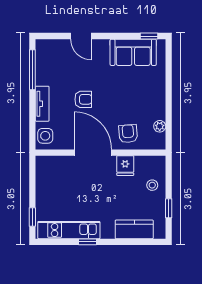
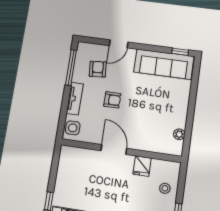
door: (81, 36) -> (119, 44), hinge flipped
sofa: (133, 52) -> (164, 64), width x1.36
armchair: (128, 134) -> (98, 69), moved
door: (93, 153) -> (114, 149), width x0.73

